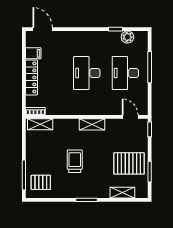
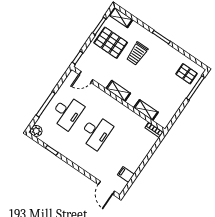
plant: (127, 37) -> (36, 131), moved
locker: (31, 77) -> (140, 157), removed
door: (130, 117) -> (86, 77), hinge flipped
shelving: (40, 124) -> (146, 110), moved
trolley: (75, 161) -> (137, 54), moved
shelving: (122, 193) -> (121, 17), moved

